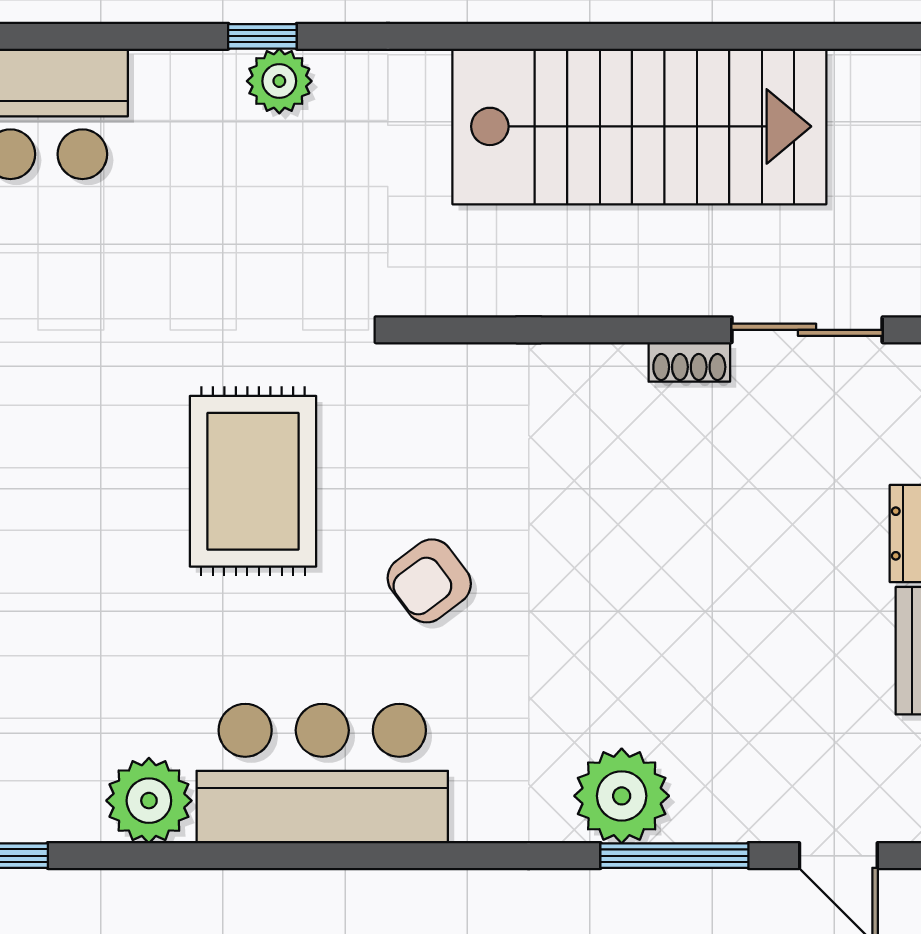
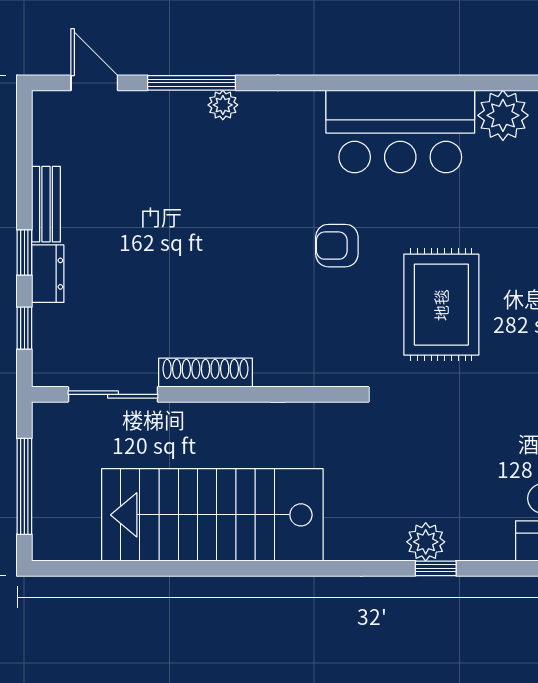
shoe rack: (689, 362) -> (205, 373), width x1.94, depth x1.24
armchair: (429, 581) -> (337, 246), turned -143
plant: (622, 796) -> (223, 105), width x0.53, depth x0.53

